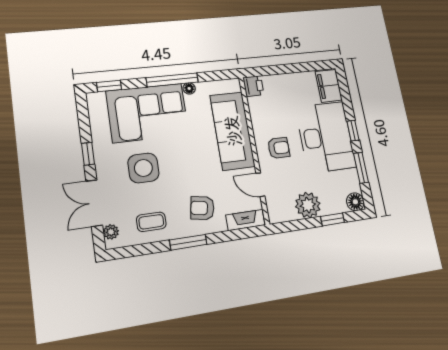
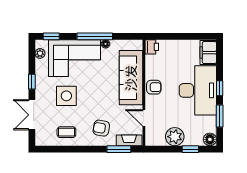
armchair: (279, 148) -> (154, 87), moved
plant: (111, 232) -> (40, 53), moved
window: (188, 242) -> (119, 149), moved

